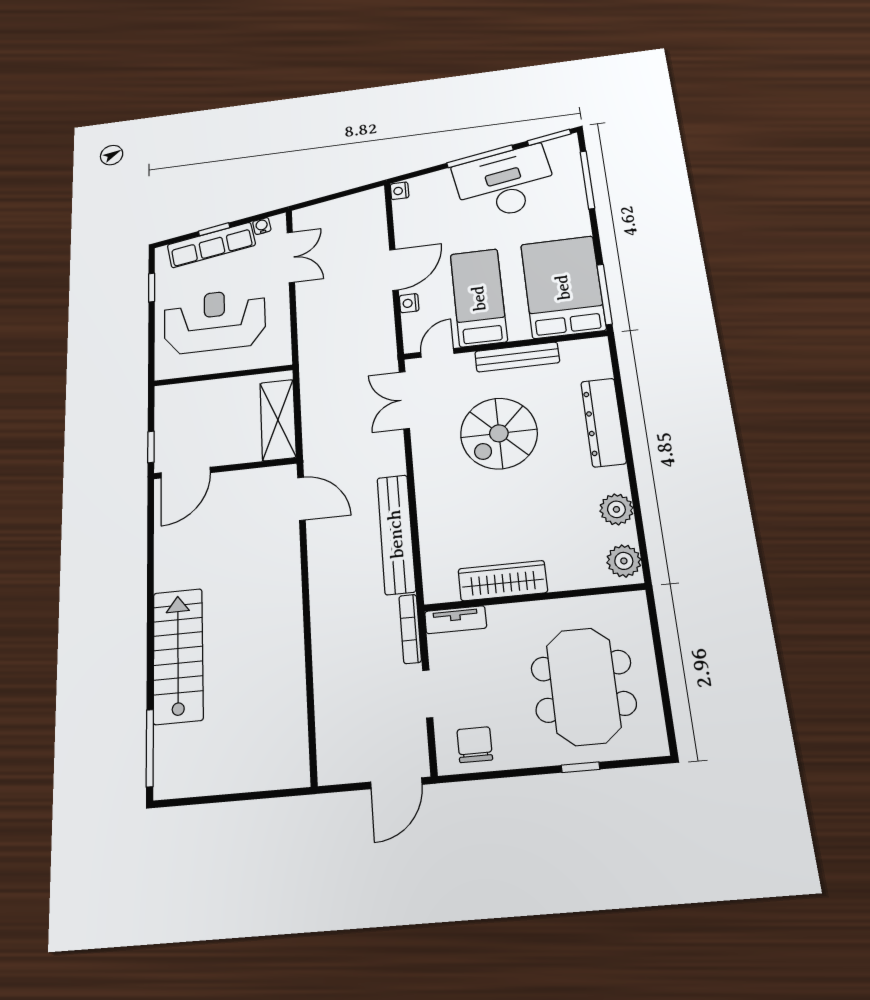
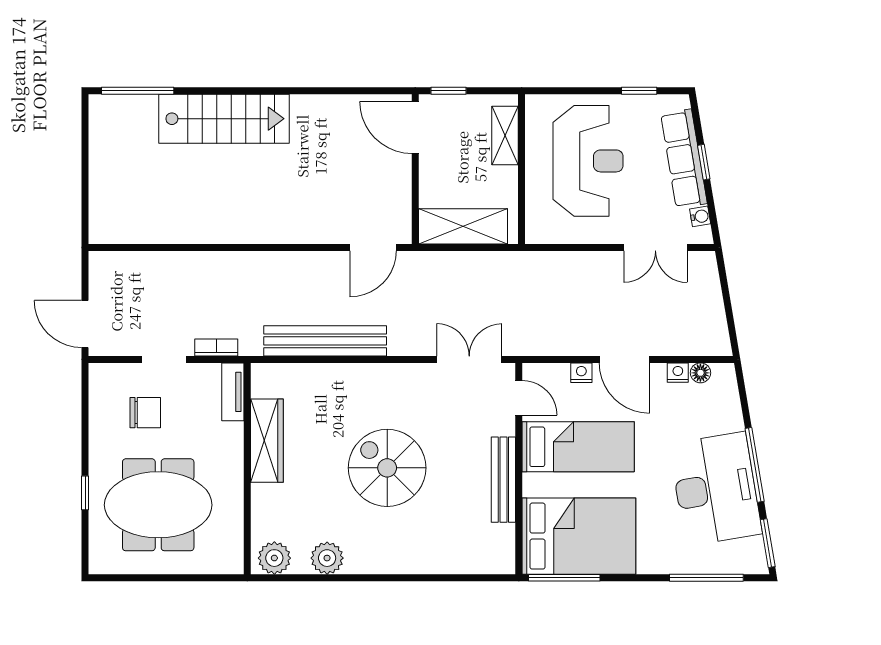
nightstand: (400, 191) -> (678, 373), moved
floor lamp: (401, 208) -> (700, 373), added
shelving: (192, 393) -> (505, 136), added
dresser: (603, 422) -> (420, 558), removed
spiral stairs: (499, 433) -> (387, 468), moved
bookcase: (410, 629) -> (216, 347), width x0.64
chair: (475, 745) -> (145, 413), moved

